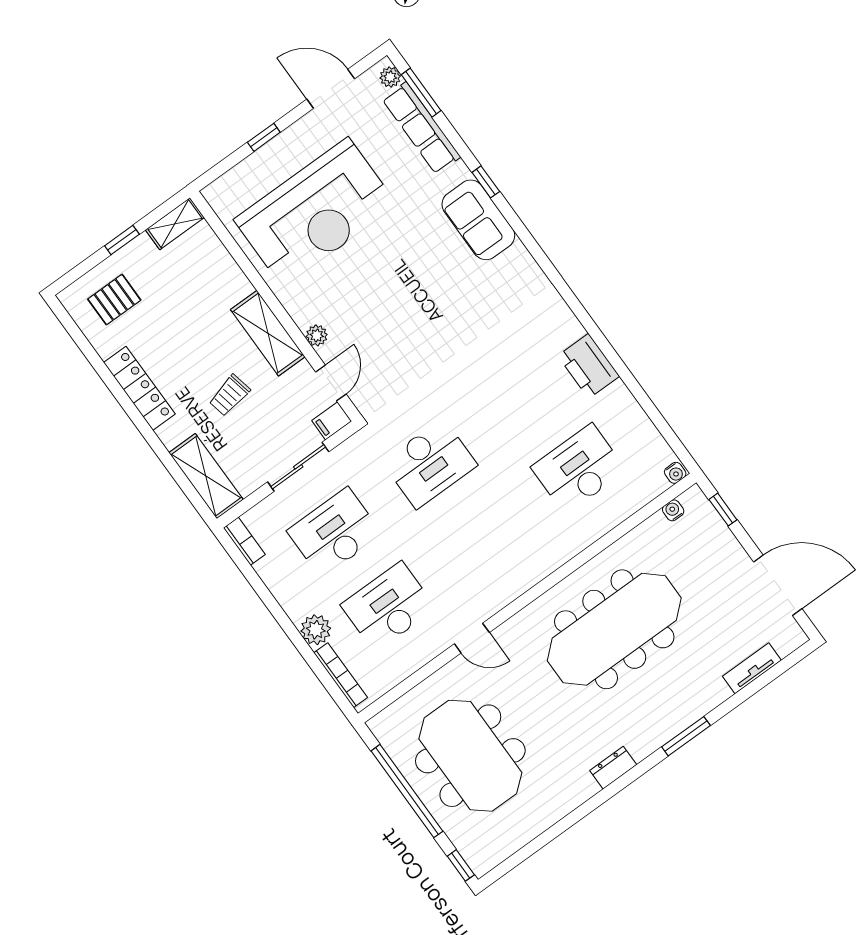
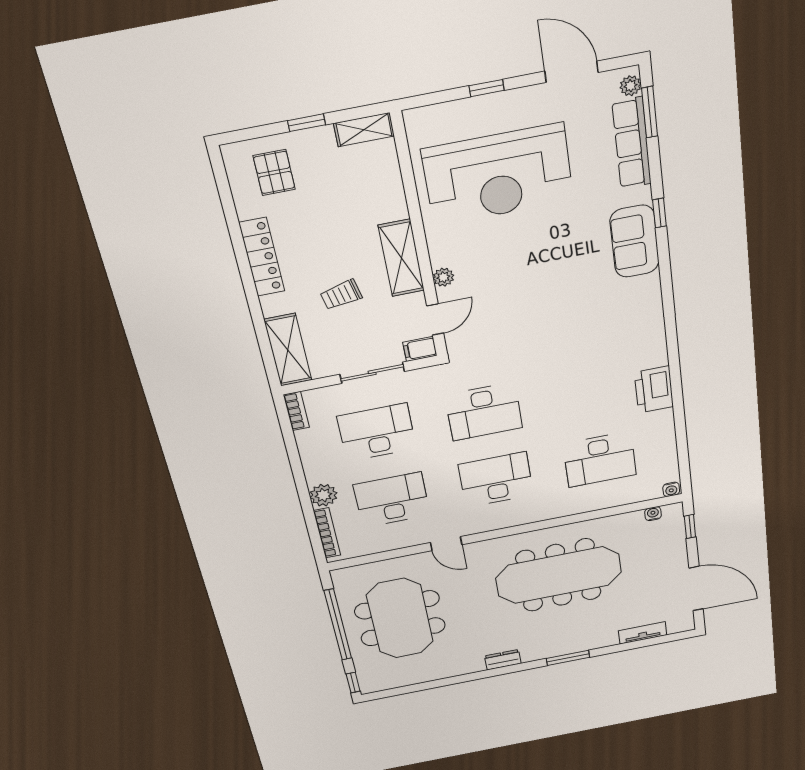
pallet: (114, 300) -> (274, 172), turned 90
desk: (579, 469) -> (600, 459), turned 180
desk: (483, 538) -> (496, 480), added

